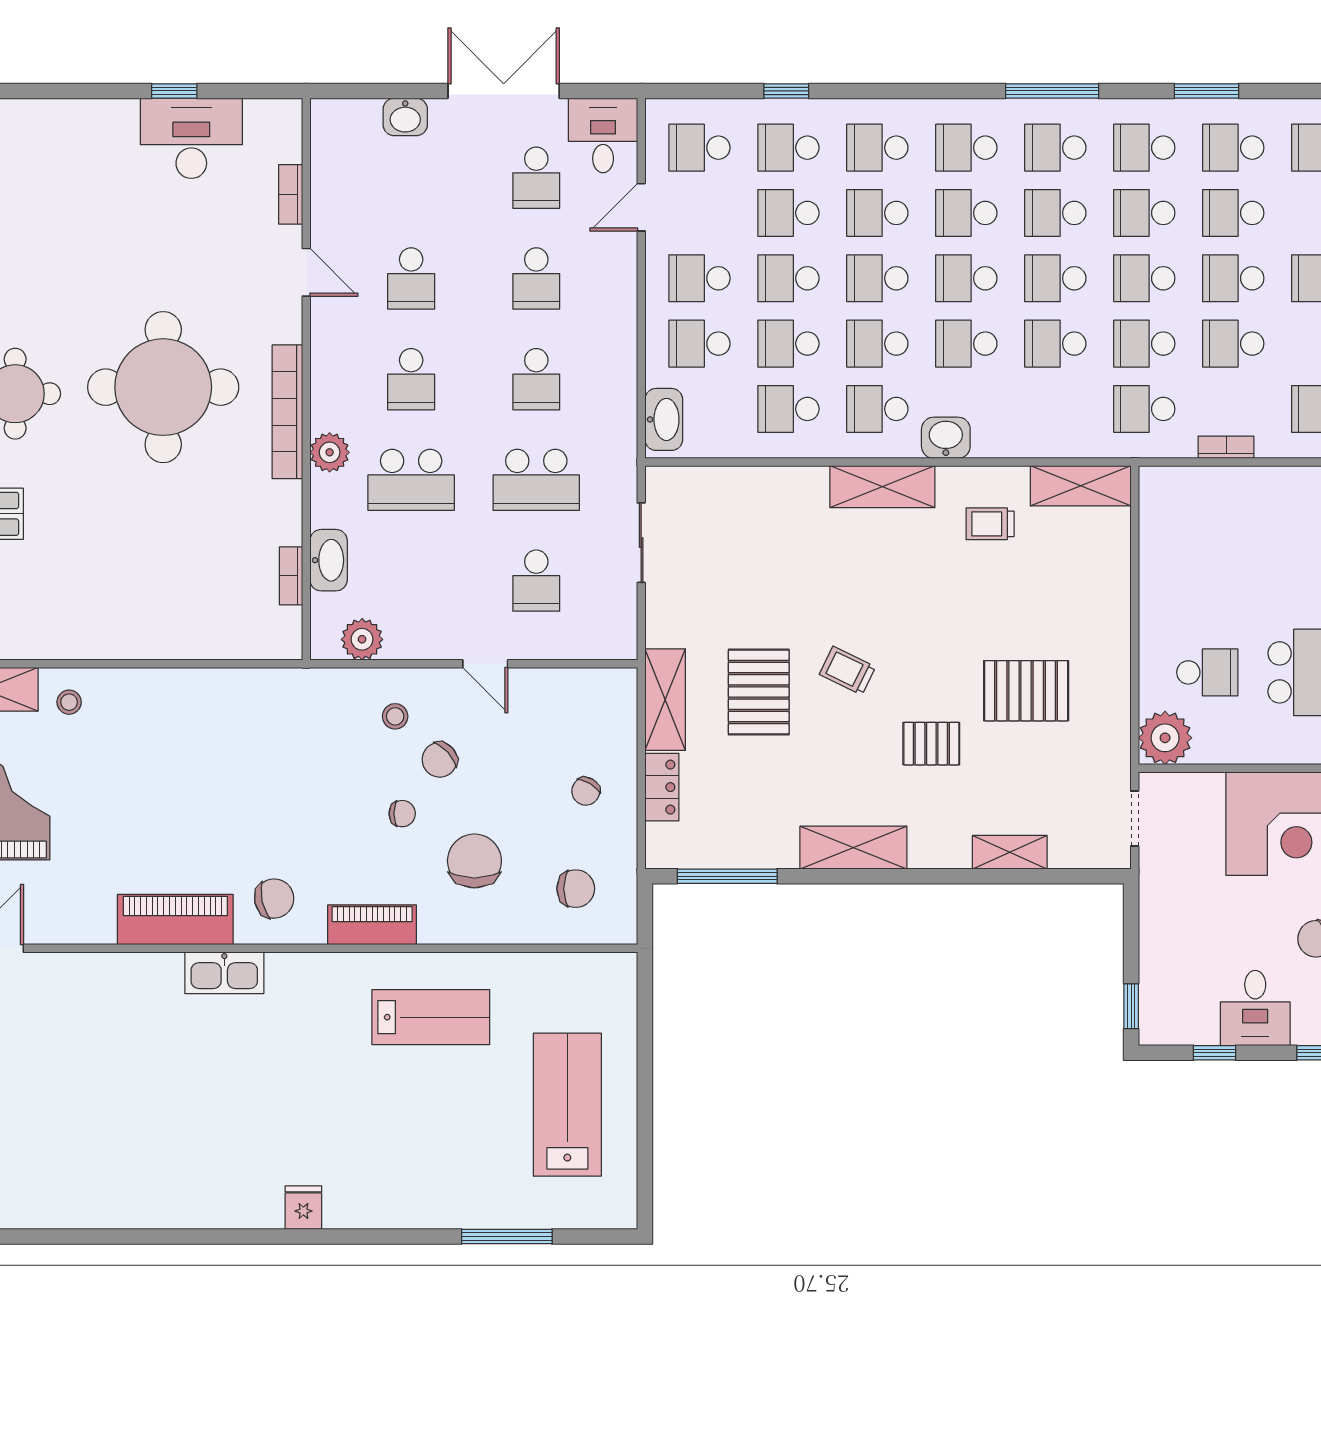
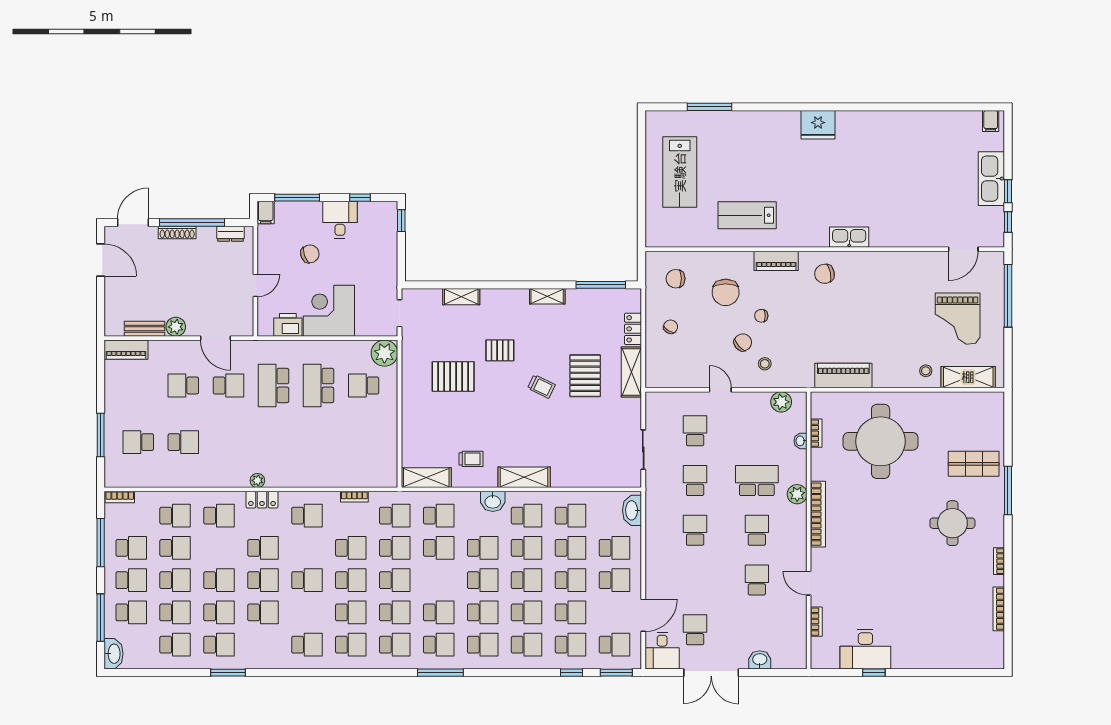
window: (1206, 91) -> (616, 673), moved
door: (641, 207) -> (643, 615), width x1.38
school desk: (536, 278) -> (695, 580), removed
school desk: (1055, 278) -> (439, 516), moved
round table: (163, 387) -> (881, 441), moved
school desk: (536, 480) -> (695, 481), width x0.54
washbasin: (329, 560) -> (801, 441), width x0.52, depth x0.69
shelving: (853, 848) -> (547, 296), width x0.67, depth x0.75
piano: (175, 920) -> (843, 376), moved, turned 180
fridge: (303, 1208) -> (818, 125), width x1.88, depth x1.34

